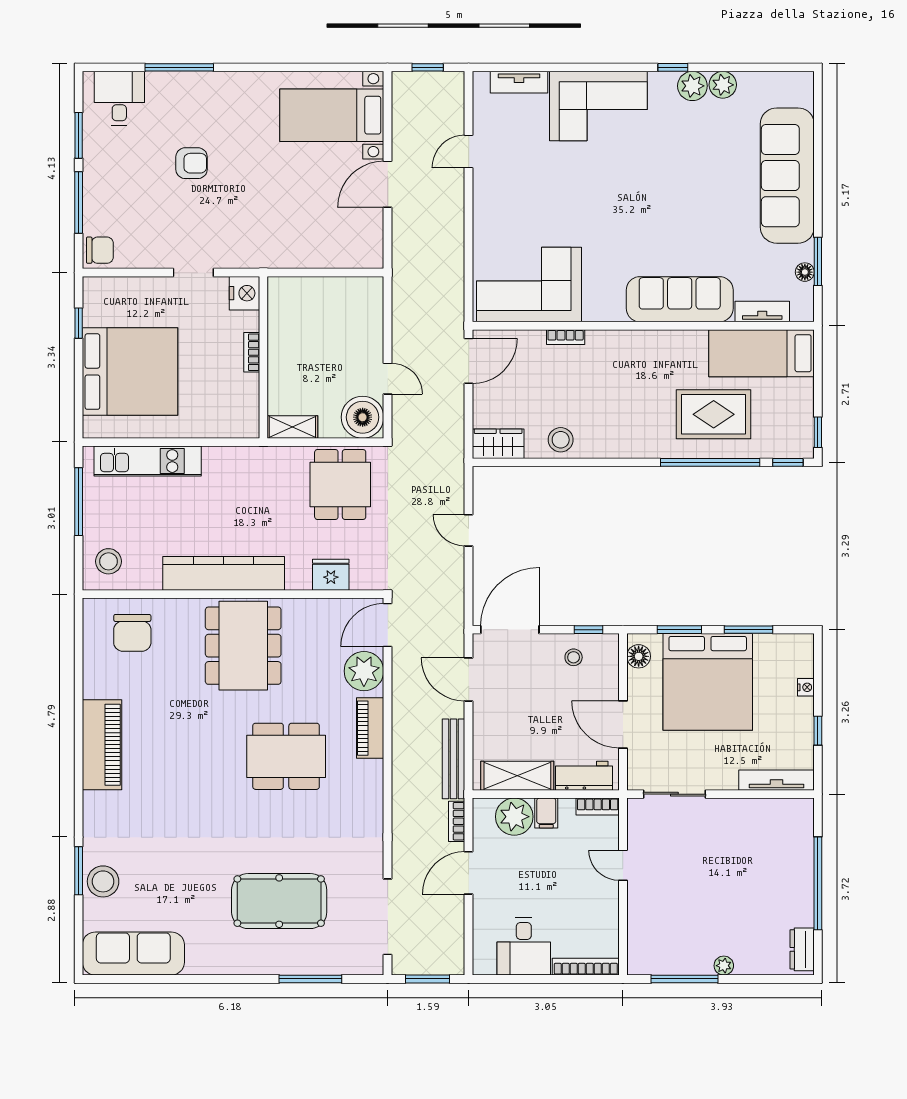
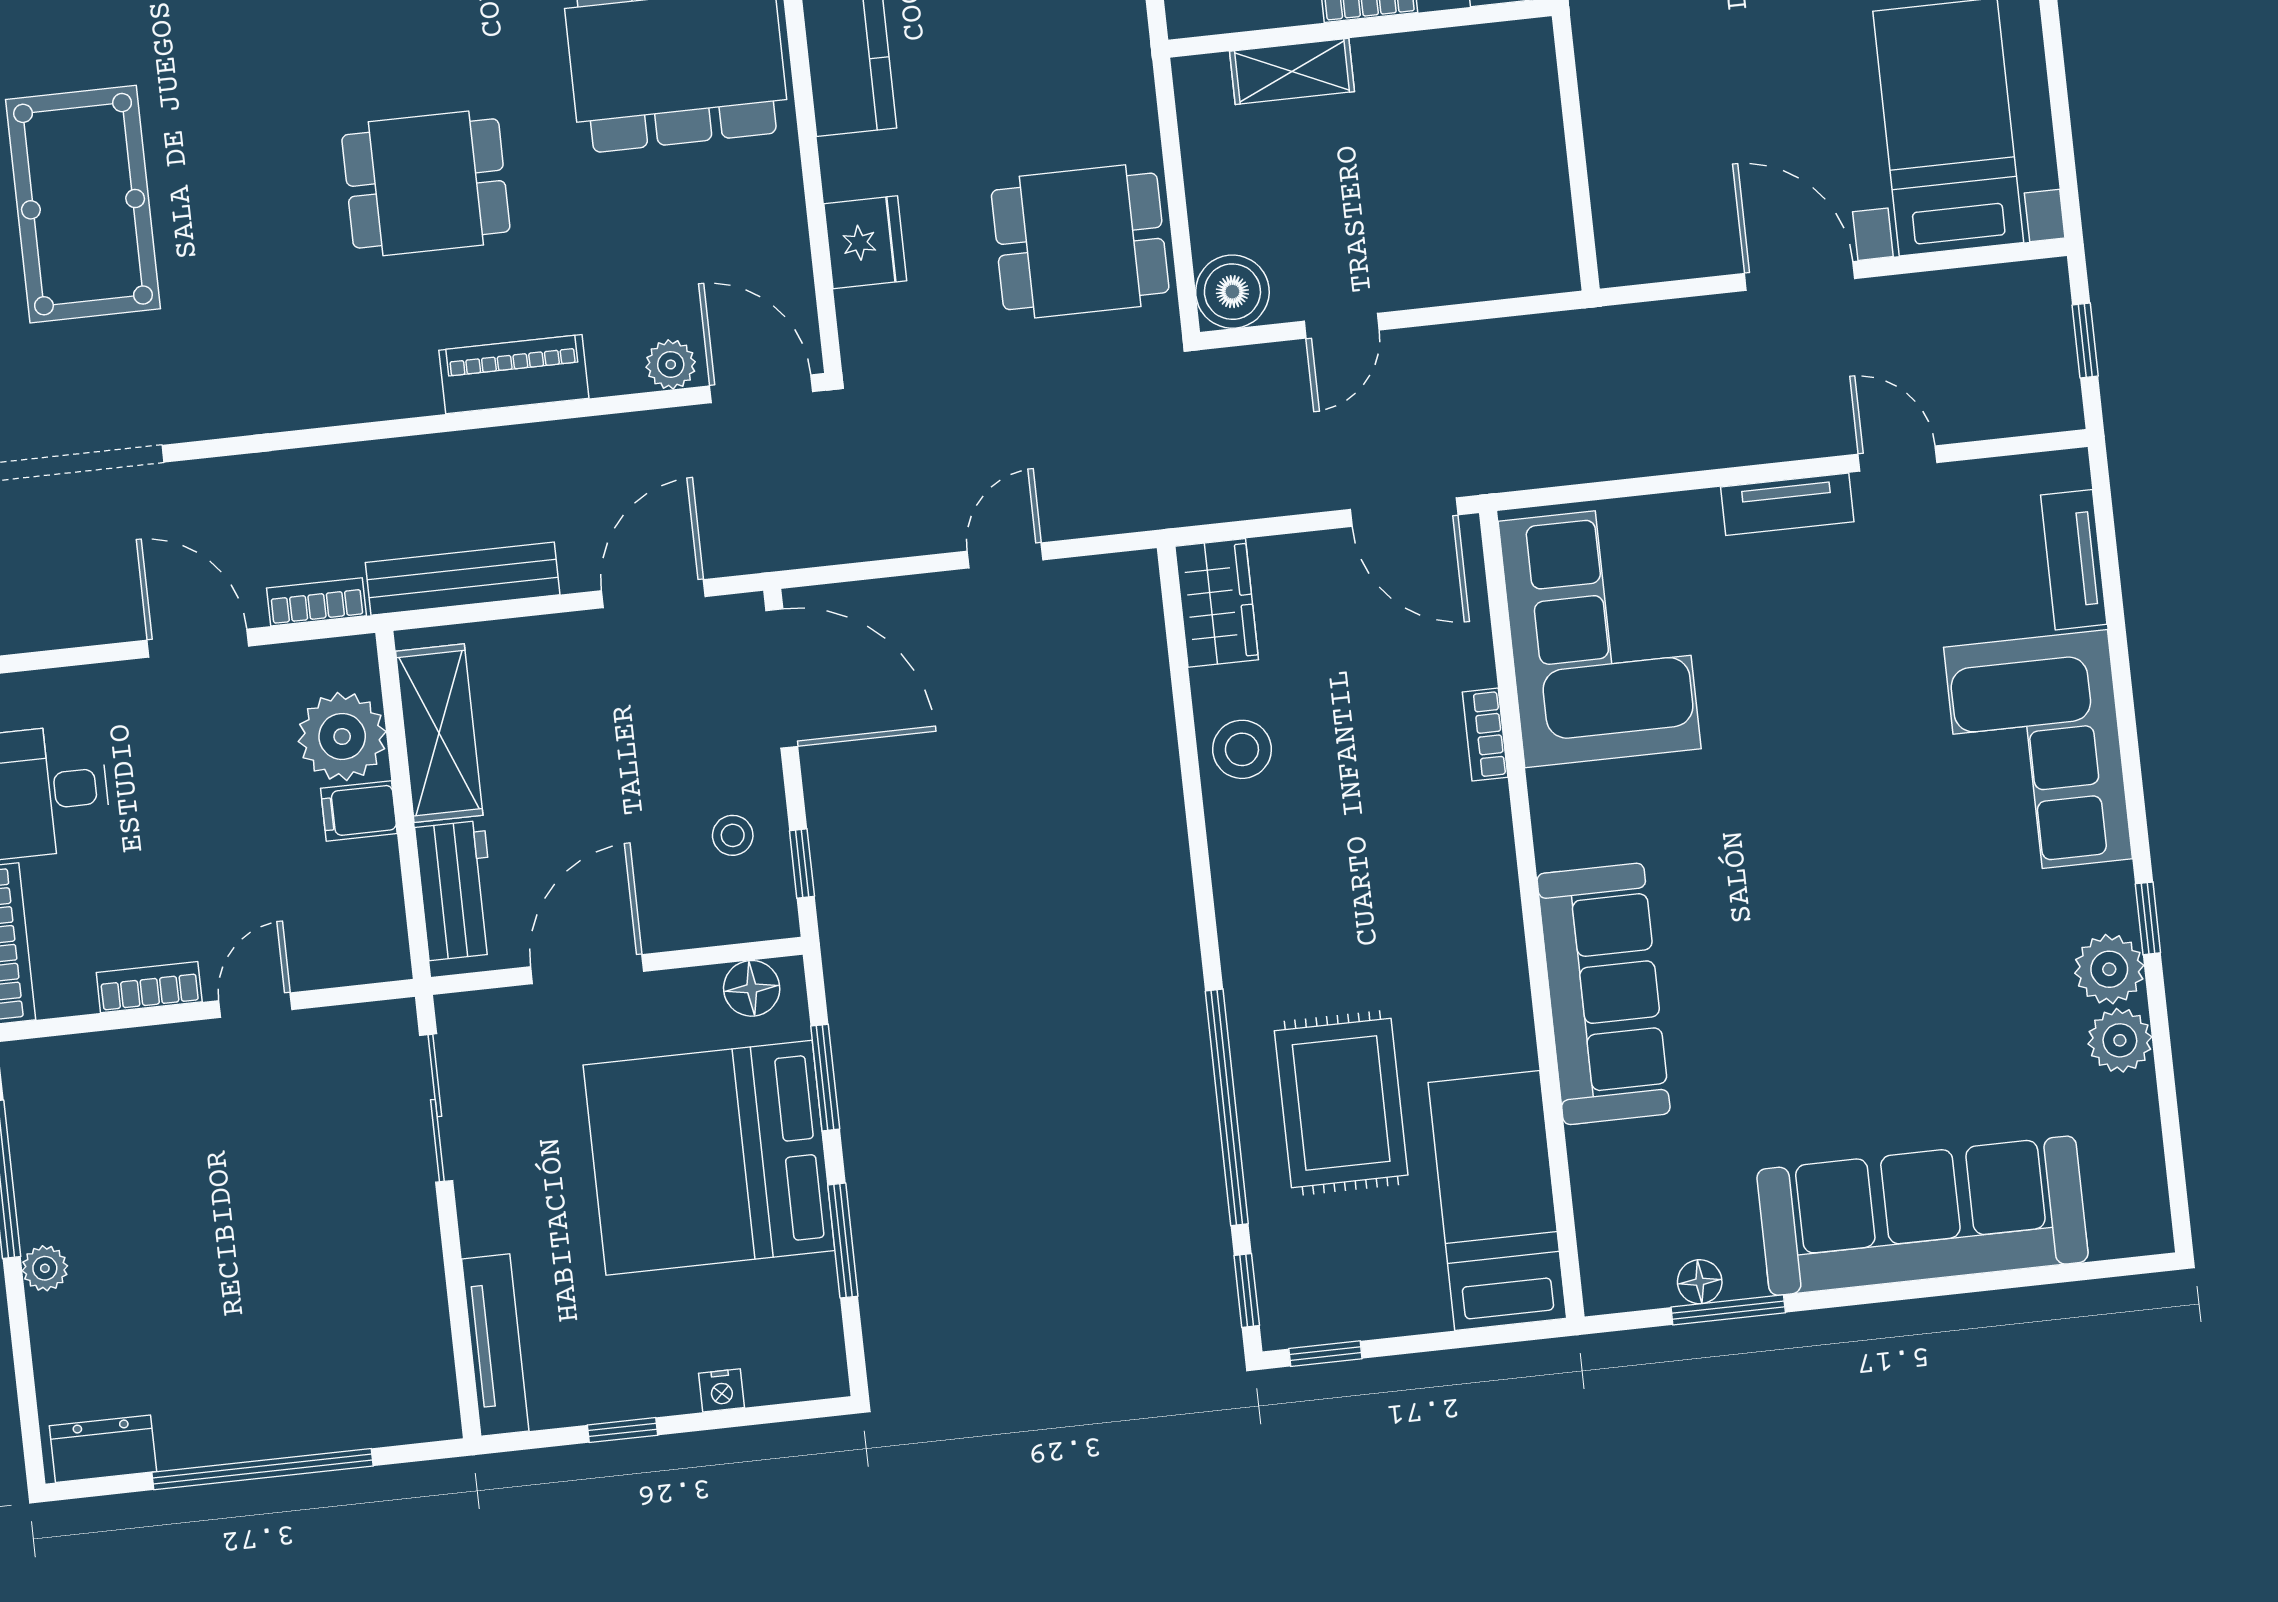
tv unit: (762, 312) -> (1787, 504), moved, turned 90
boiler: (363, 417) -> (1232, 292), width x0.73, depth x0.73
shelving: (292, 427) -> (1292, 71), moved, turned 90
plant: (364, 671) -> (671, 364), width x0.53, depth x0.53
dining table: (286, 756) -> (426, 183), width x0.73
bookcase: (598, 807) -> (149, 987), moved, turned 90

